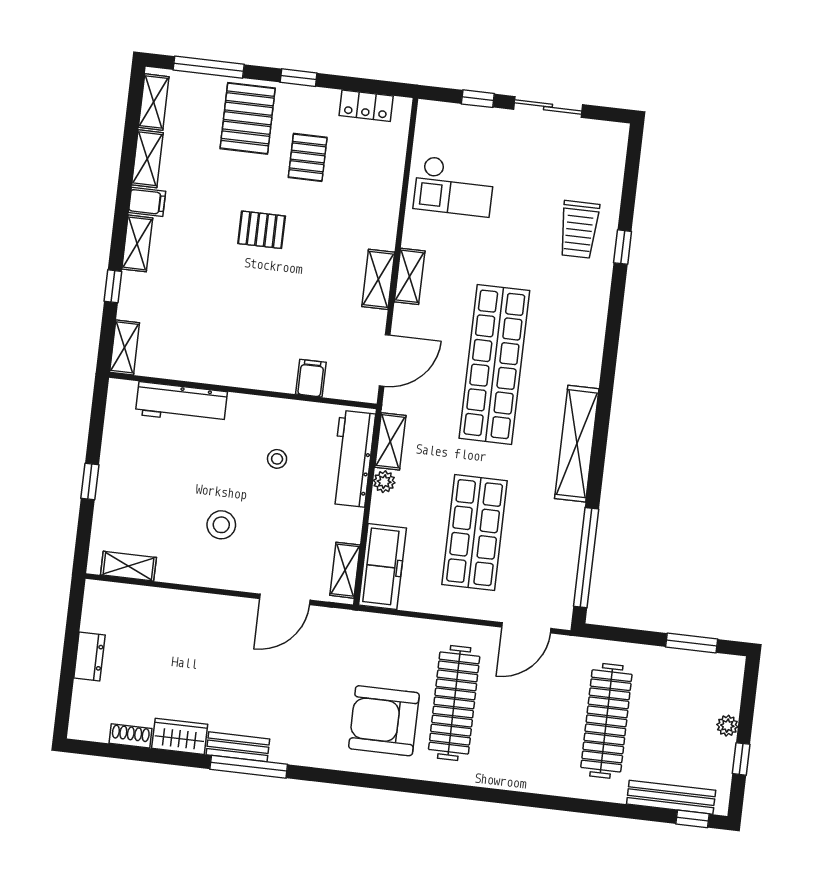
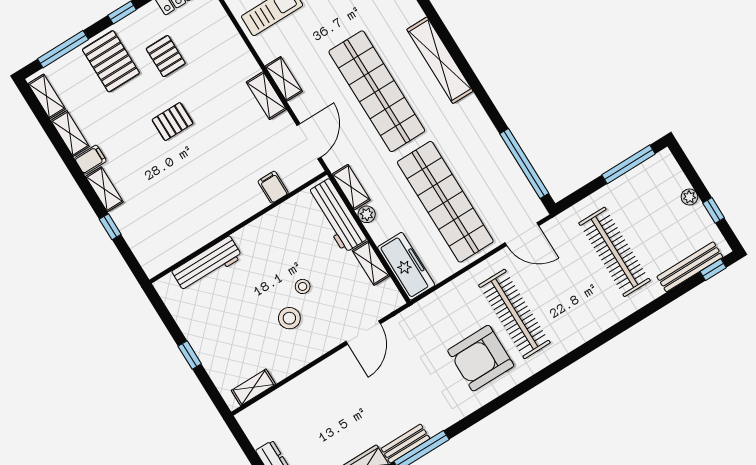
shelving: (125, 347) -> (146, 258), removed
shelving: (577, 444) -> (440, 60), moved
stool: (277, 459) -> (303, 286), moved
shop shelf: (475, 533) -> (445, 202), width x1.40
shelving: (345, 570) -> (371, 263), moved
door: (526, 628) -> (522, 234), hinge flipped
window: (692, 643) -> (628, 164), width x1.44

